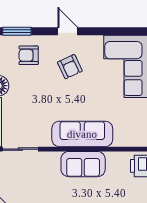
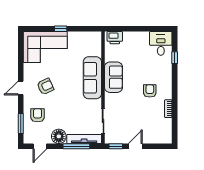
armchair: (29, 55) -> (38, 115), turned 180

